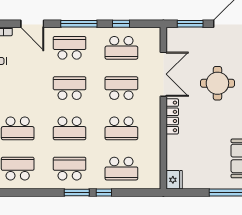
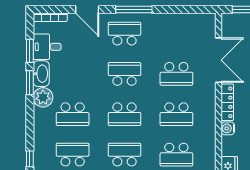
window: (121, 24) -> (176, 10), removed
school desk: (121, 48) -> (176, 34), removed
school desk: (121, 88) -> (176, 74), turned 180
water cooler: (173, 142) -> (228, 128), added

